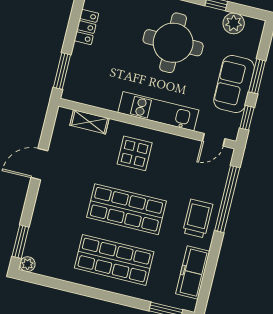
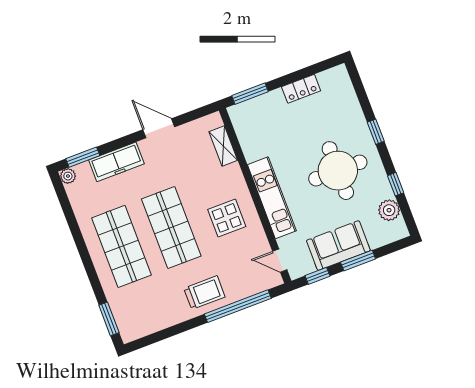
display table: (135, 153) -> (227, 218), moved
freezer: (193, 272) -> (116, 162), moved, turned 180

